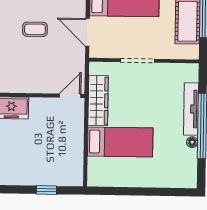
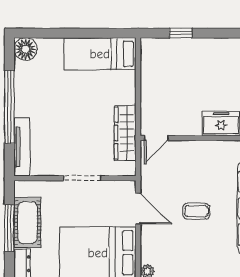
tv unit: (191, 109) -> (22, 147), moved
bed: (120, 142) -> (100, 54), moved
floor lamp: (192, 142) -> (25, 49), moved, width x1.89, depth x1.89

